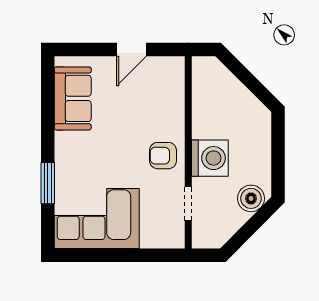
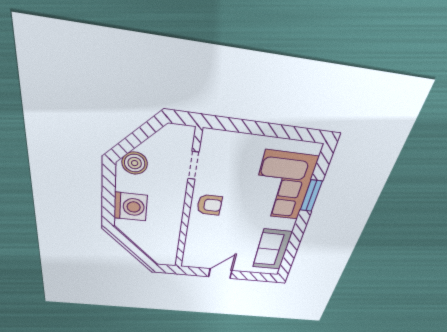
washing machine: (210, 158) -> (130, 207), moved, turned 180
corner sofa: (97, 218) -> (282, 186), moved, turned 90

